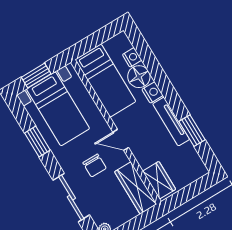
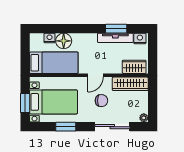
nightstand: (153, 92) -> (140, 38), moved
tv unit: (171, 122) -> (115, 38), moved

